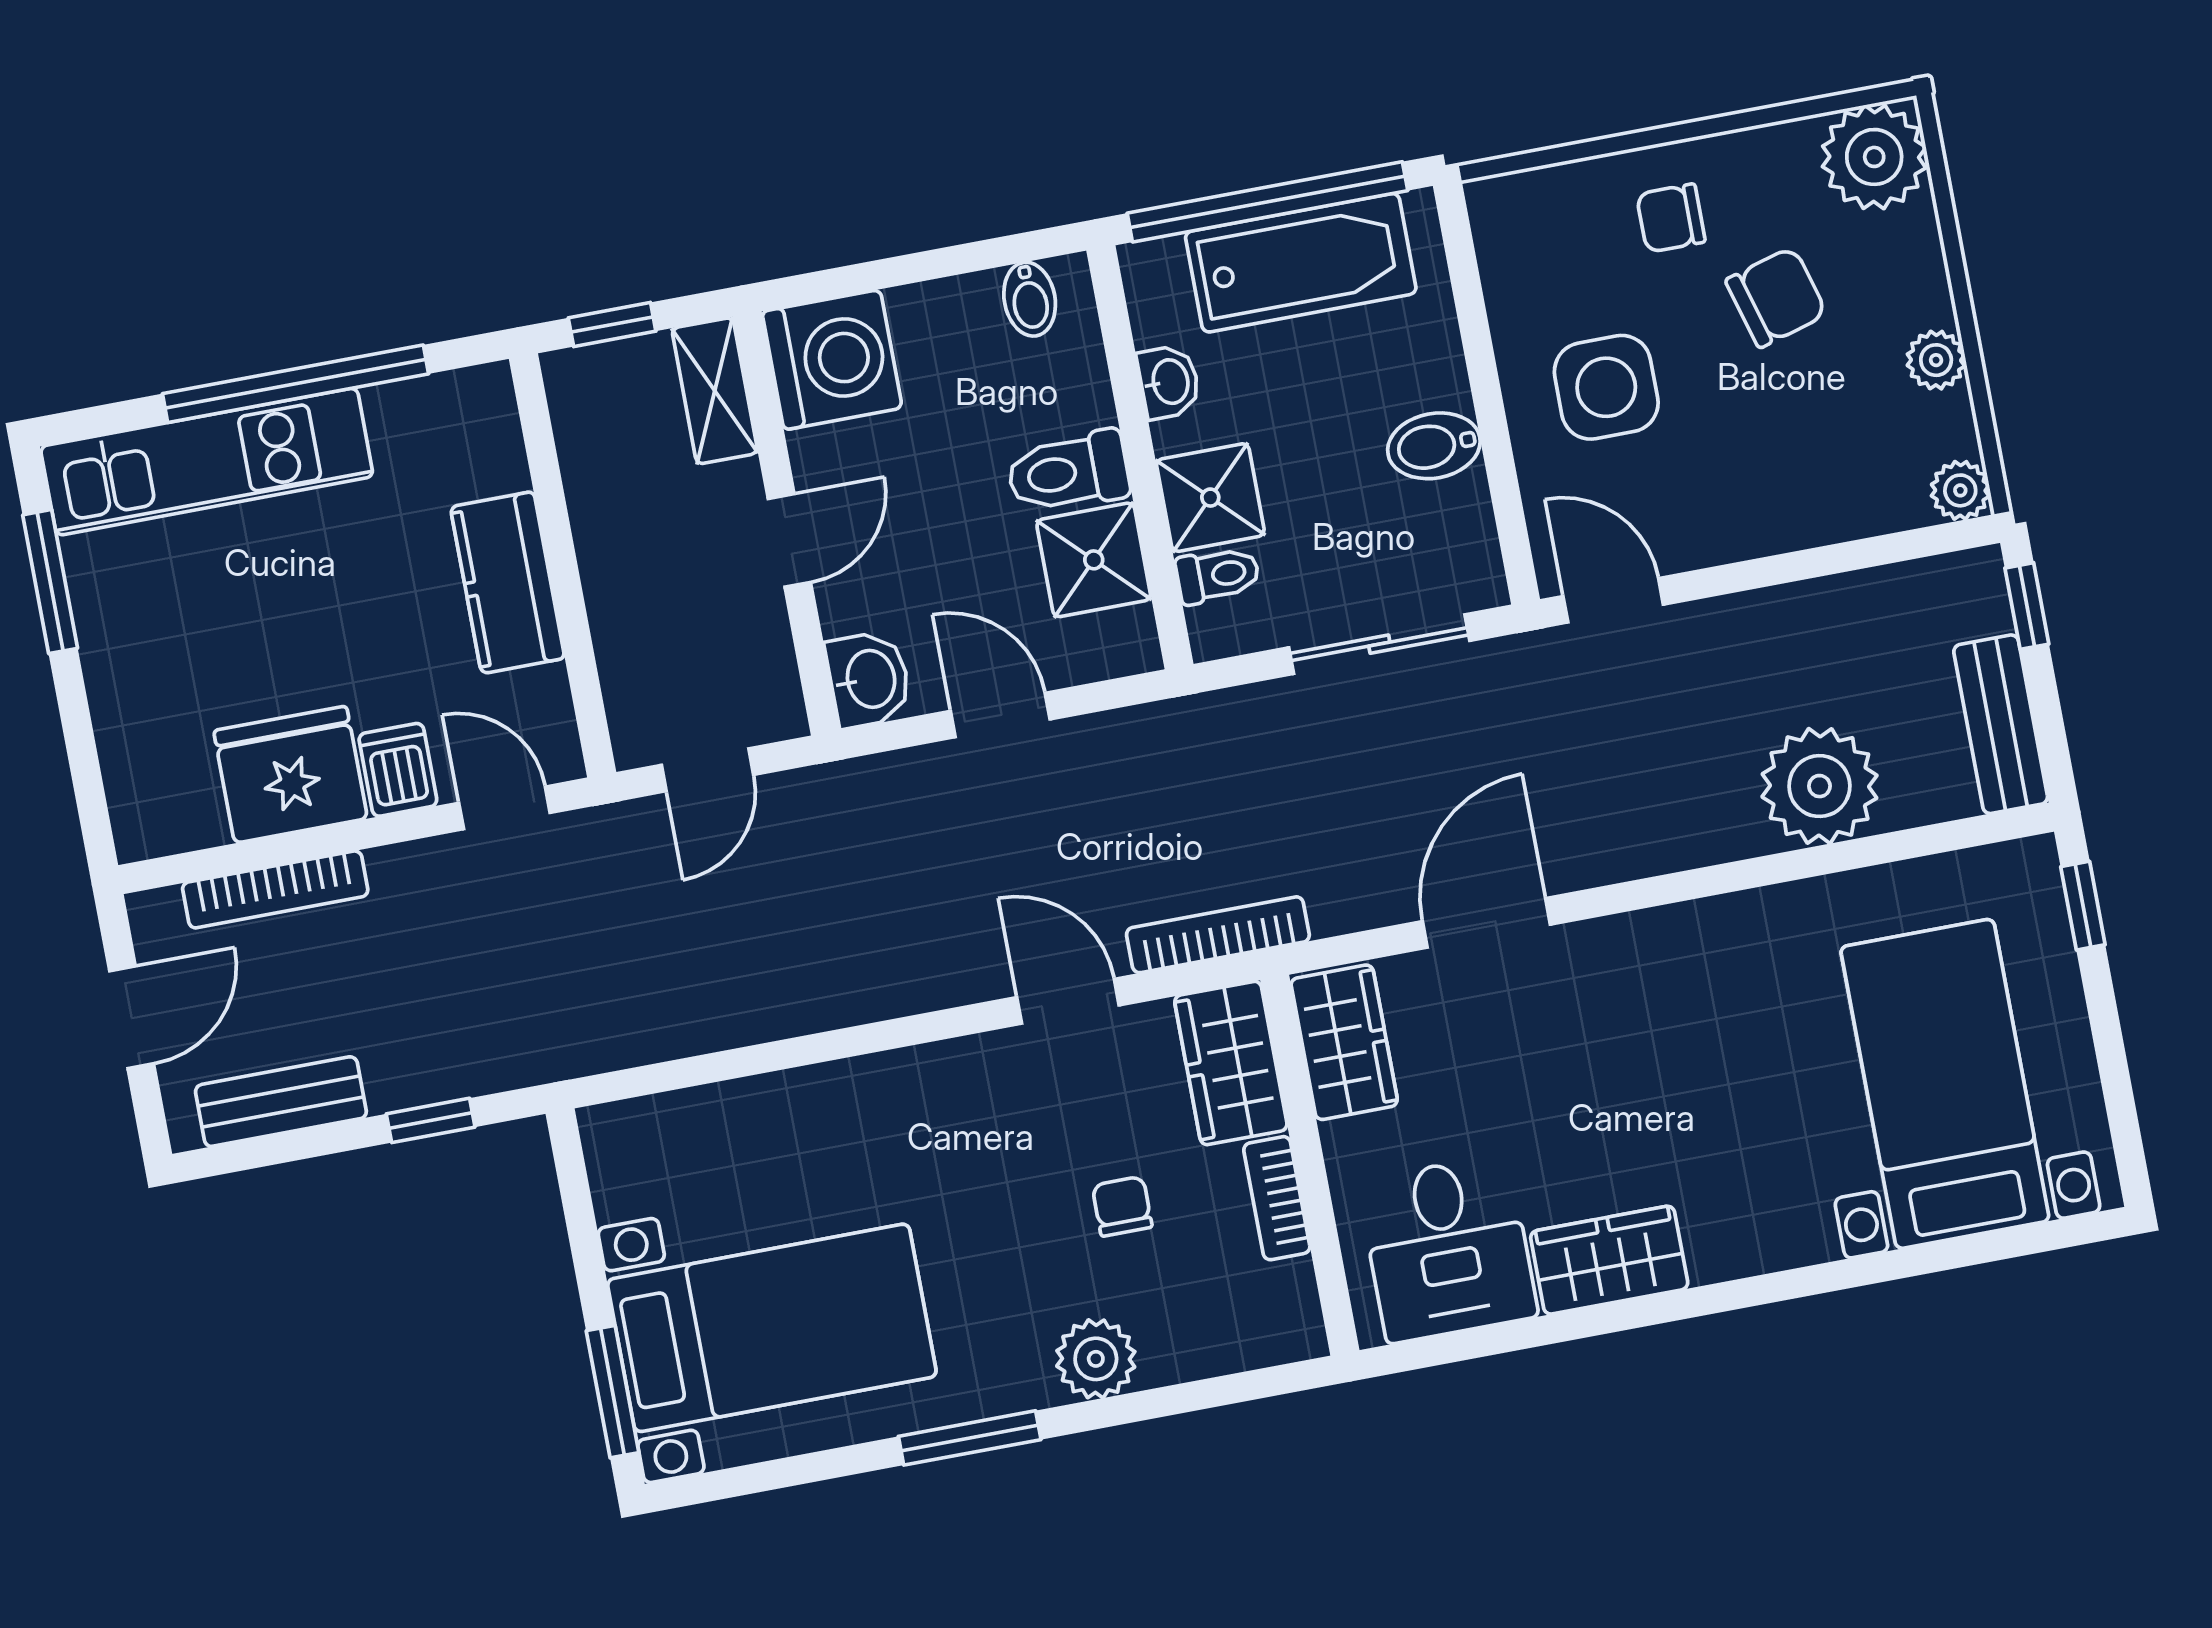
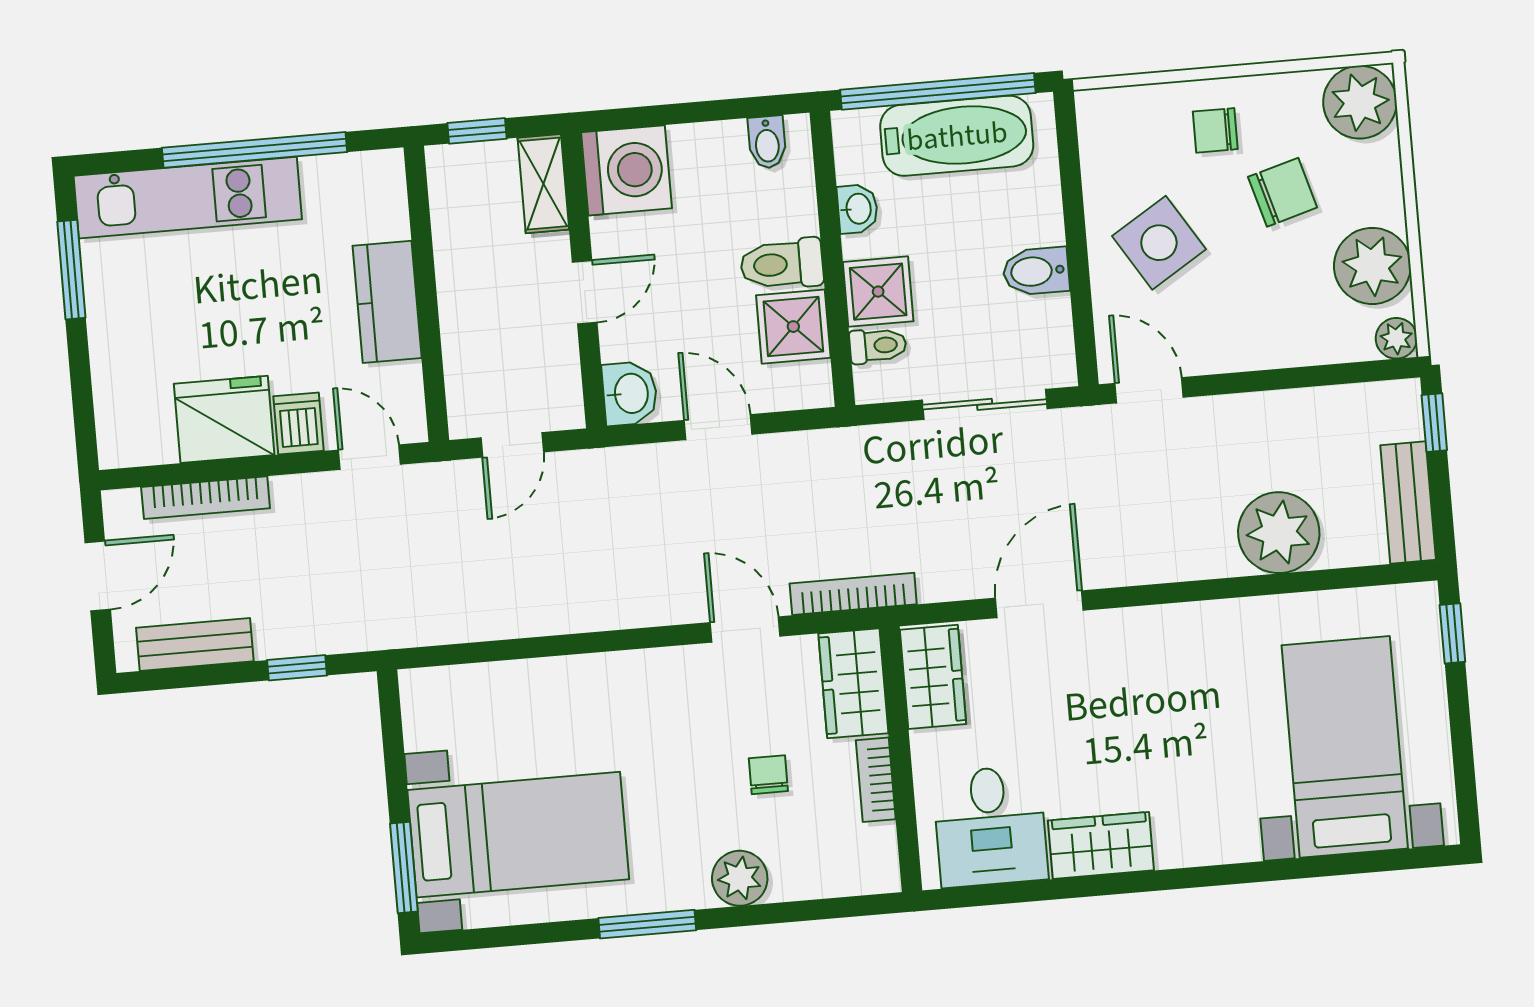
plant: (1936, 360) -> (1372, 266), width x1.87, depth x1.87
side table: (1606, 387) -> (1159, 243), turned -32

